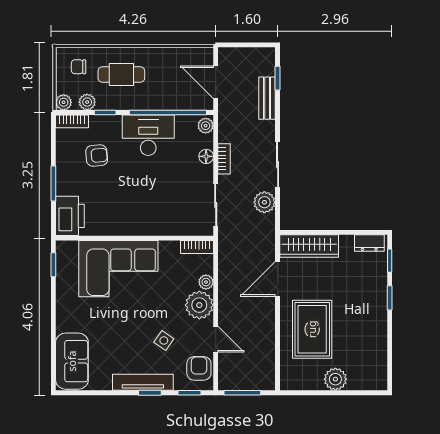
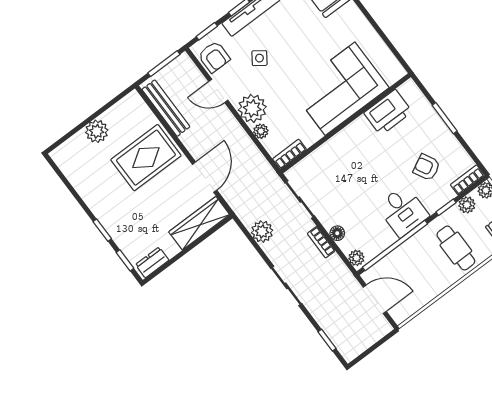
cafe table: (121, 75) -> (456, 248), turned 90
bench: (267, 98) -> (166, 108), moved, width x1.36
desk: (148, 135) -> (403, 211), width x0.73
armchair: (97, 155) -> (427, 167), turned 67
sliding door: (278, 164) -> (286, 286), moved
printer: (70, 216) -> (388, 112), moved, turned -90
window: (53, 265) -> (395, 52), removed
rug: (312, 329) -> (146, 158), turned 90

